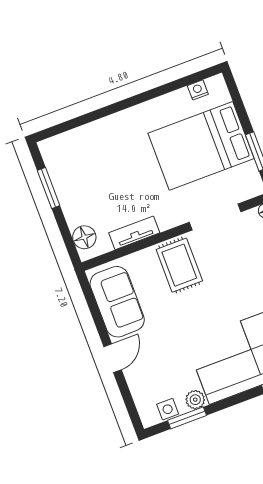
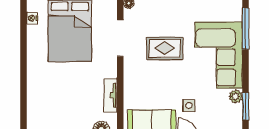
rug: (179, 265) -> (165, 48), moved
side table: (168, 409) -> (189, 105), moved

